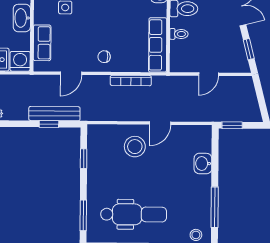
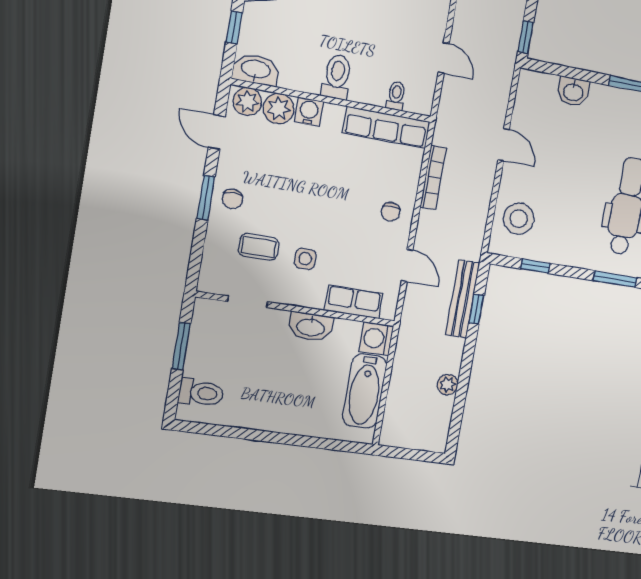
toilet: (179, 34) -> (396, 96), moved
stool: (135, 147) -> (519, 219), moved

